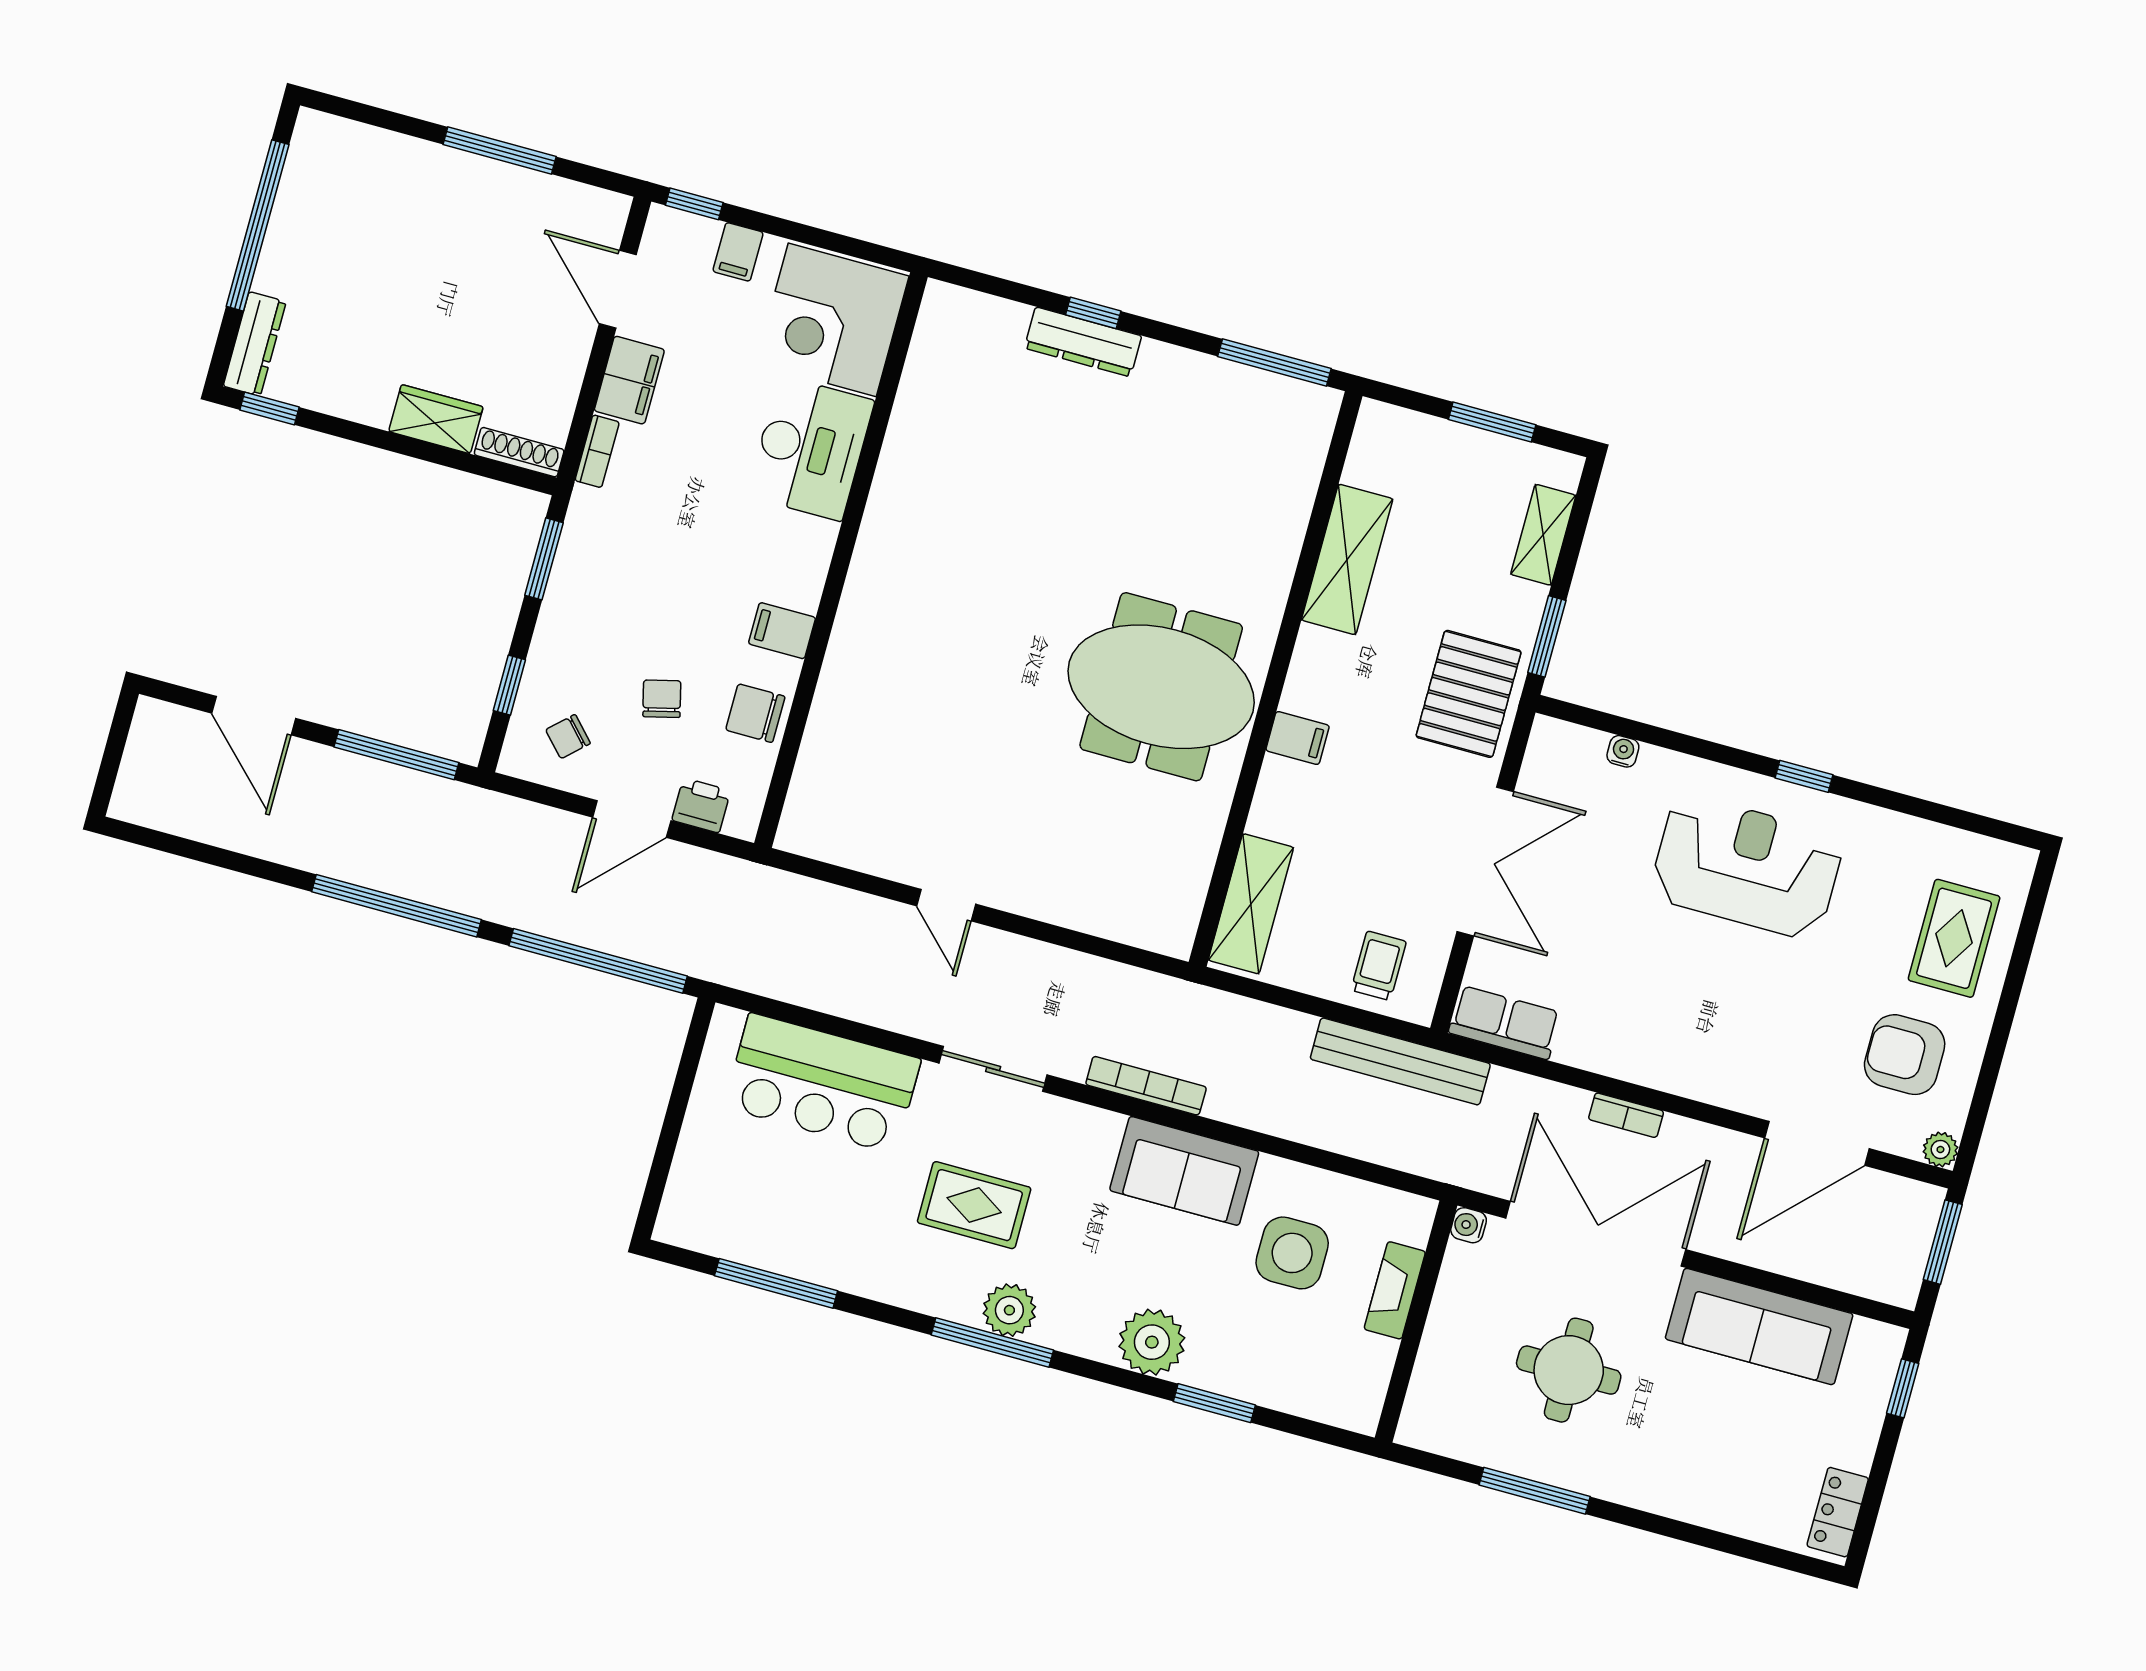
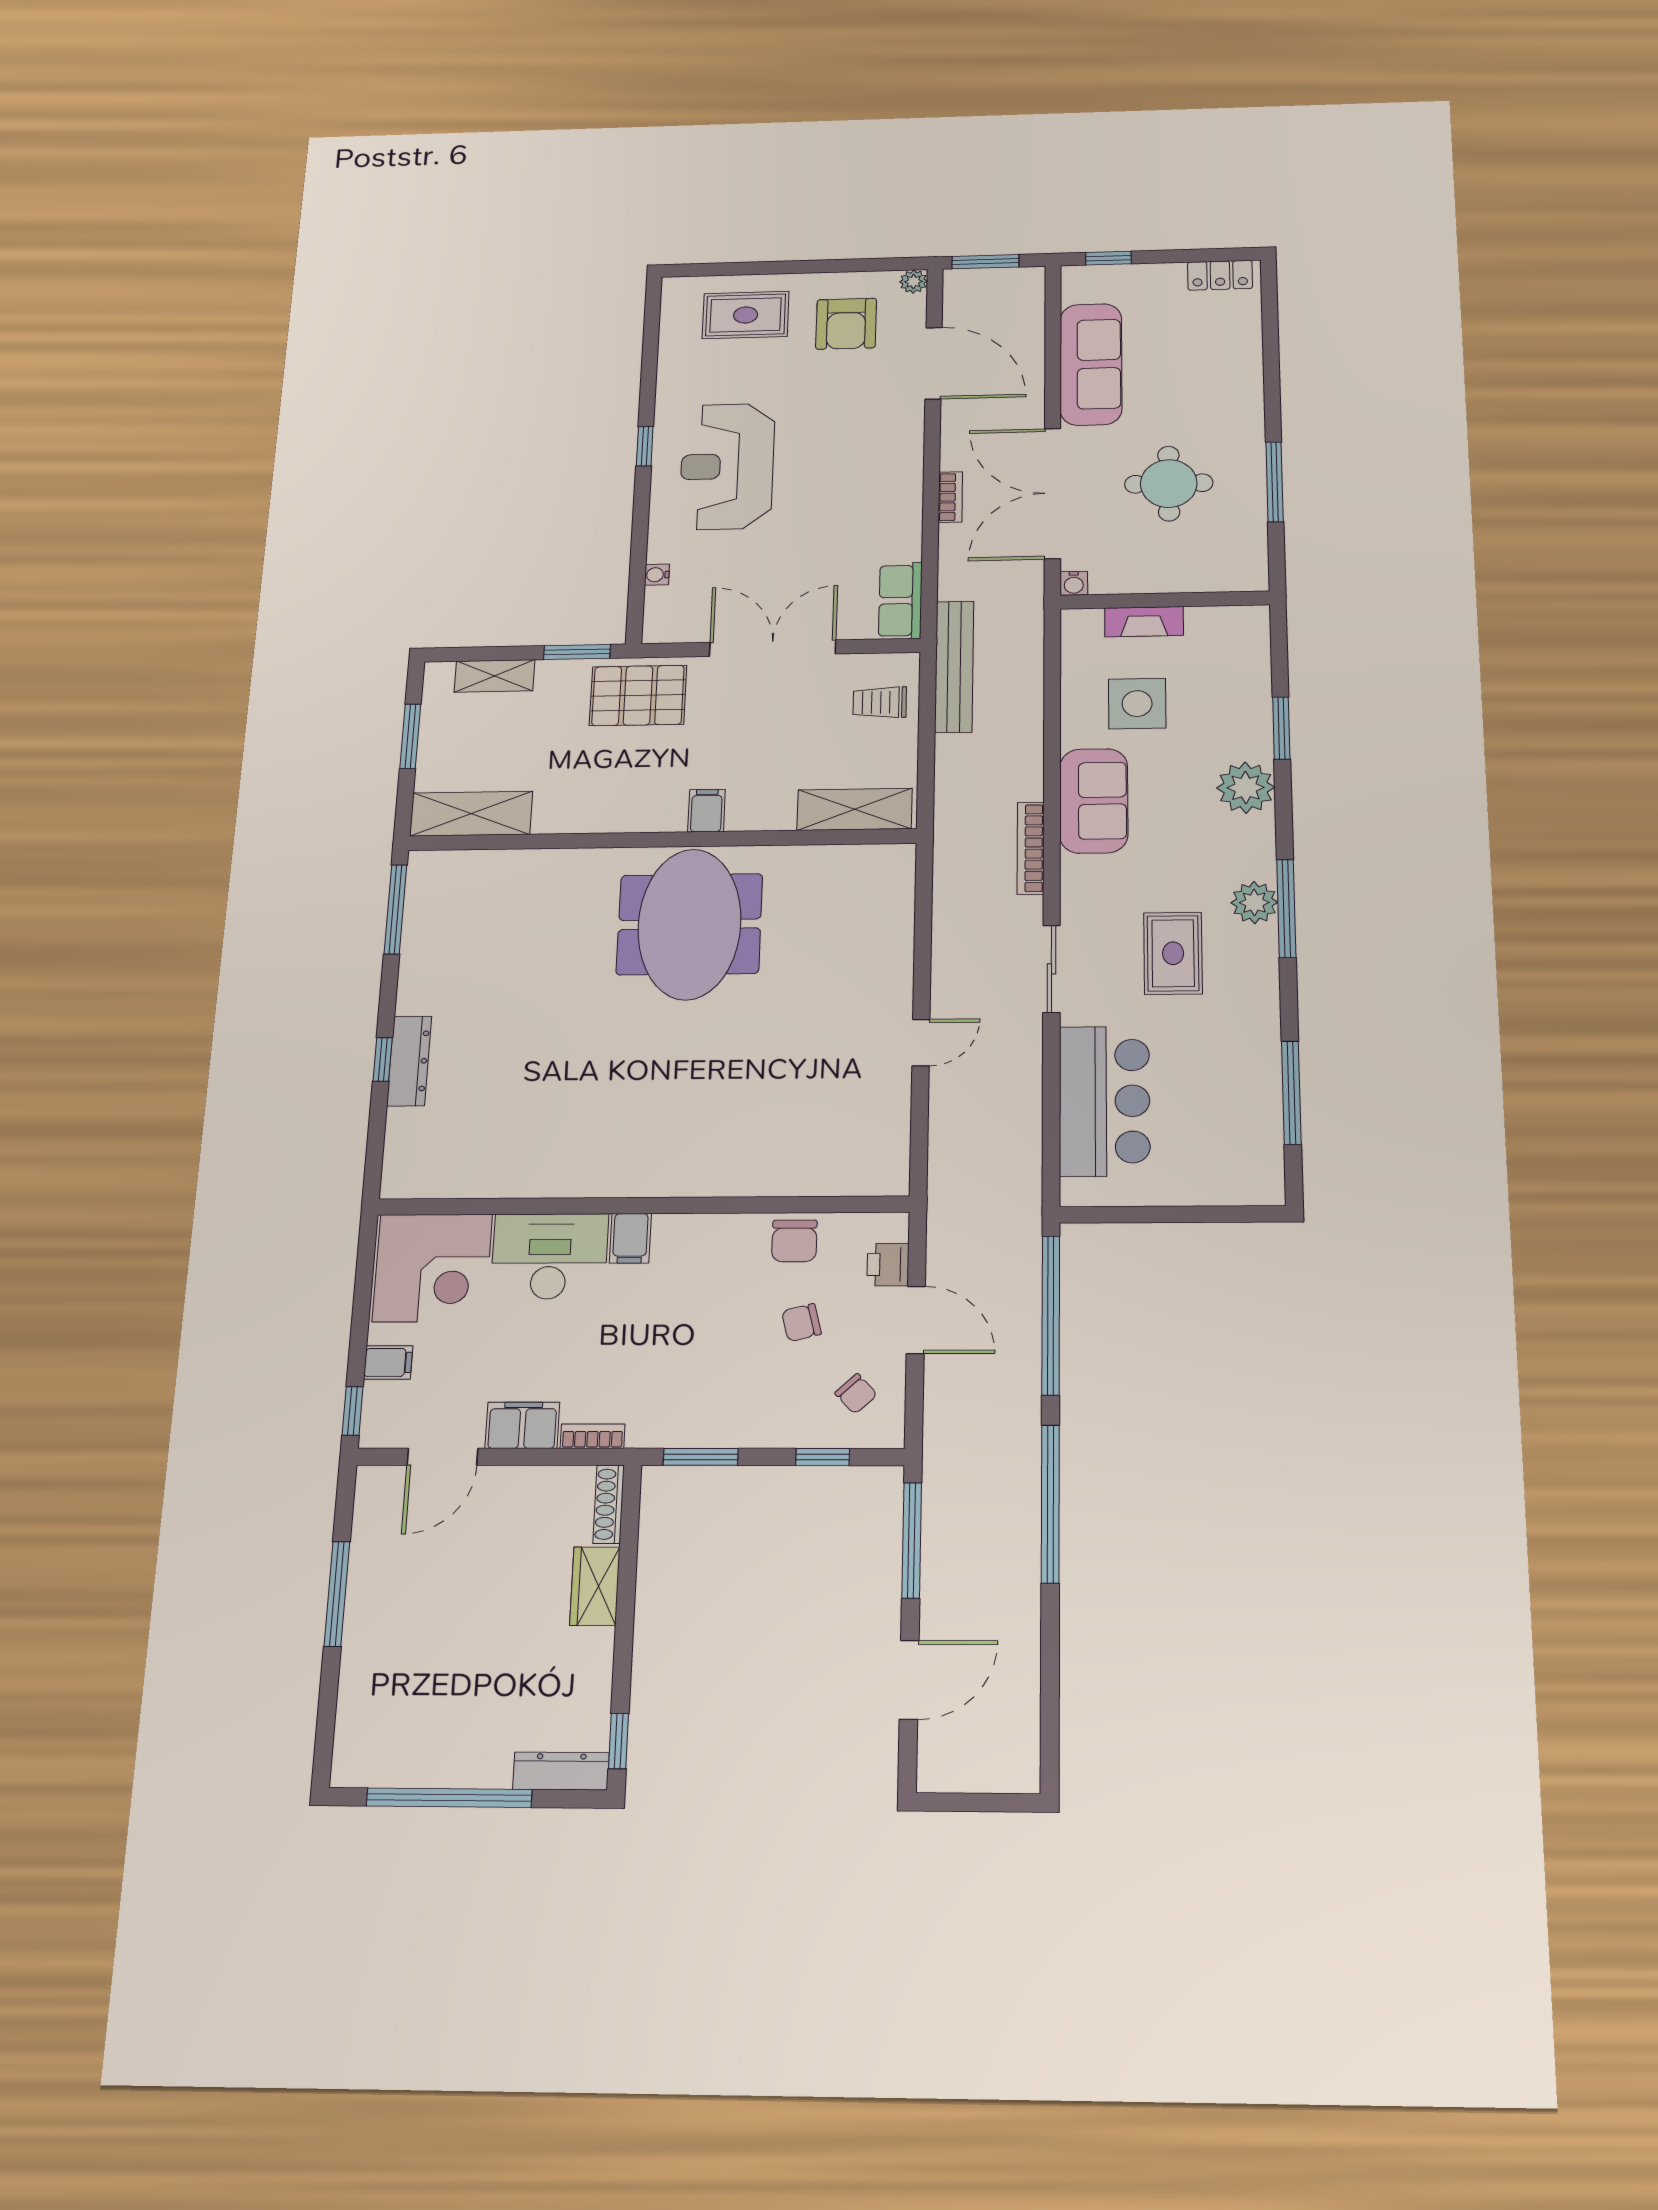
shelving: (1347, 559) -> (471, 814), moved
filing cabinet: (782, 631) -> (630, 1238), moved

